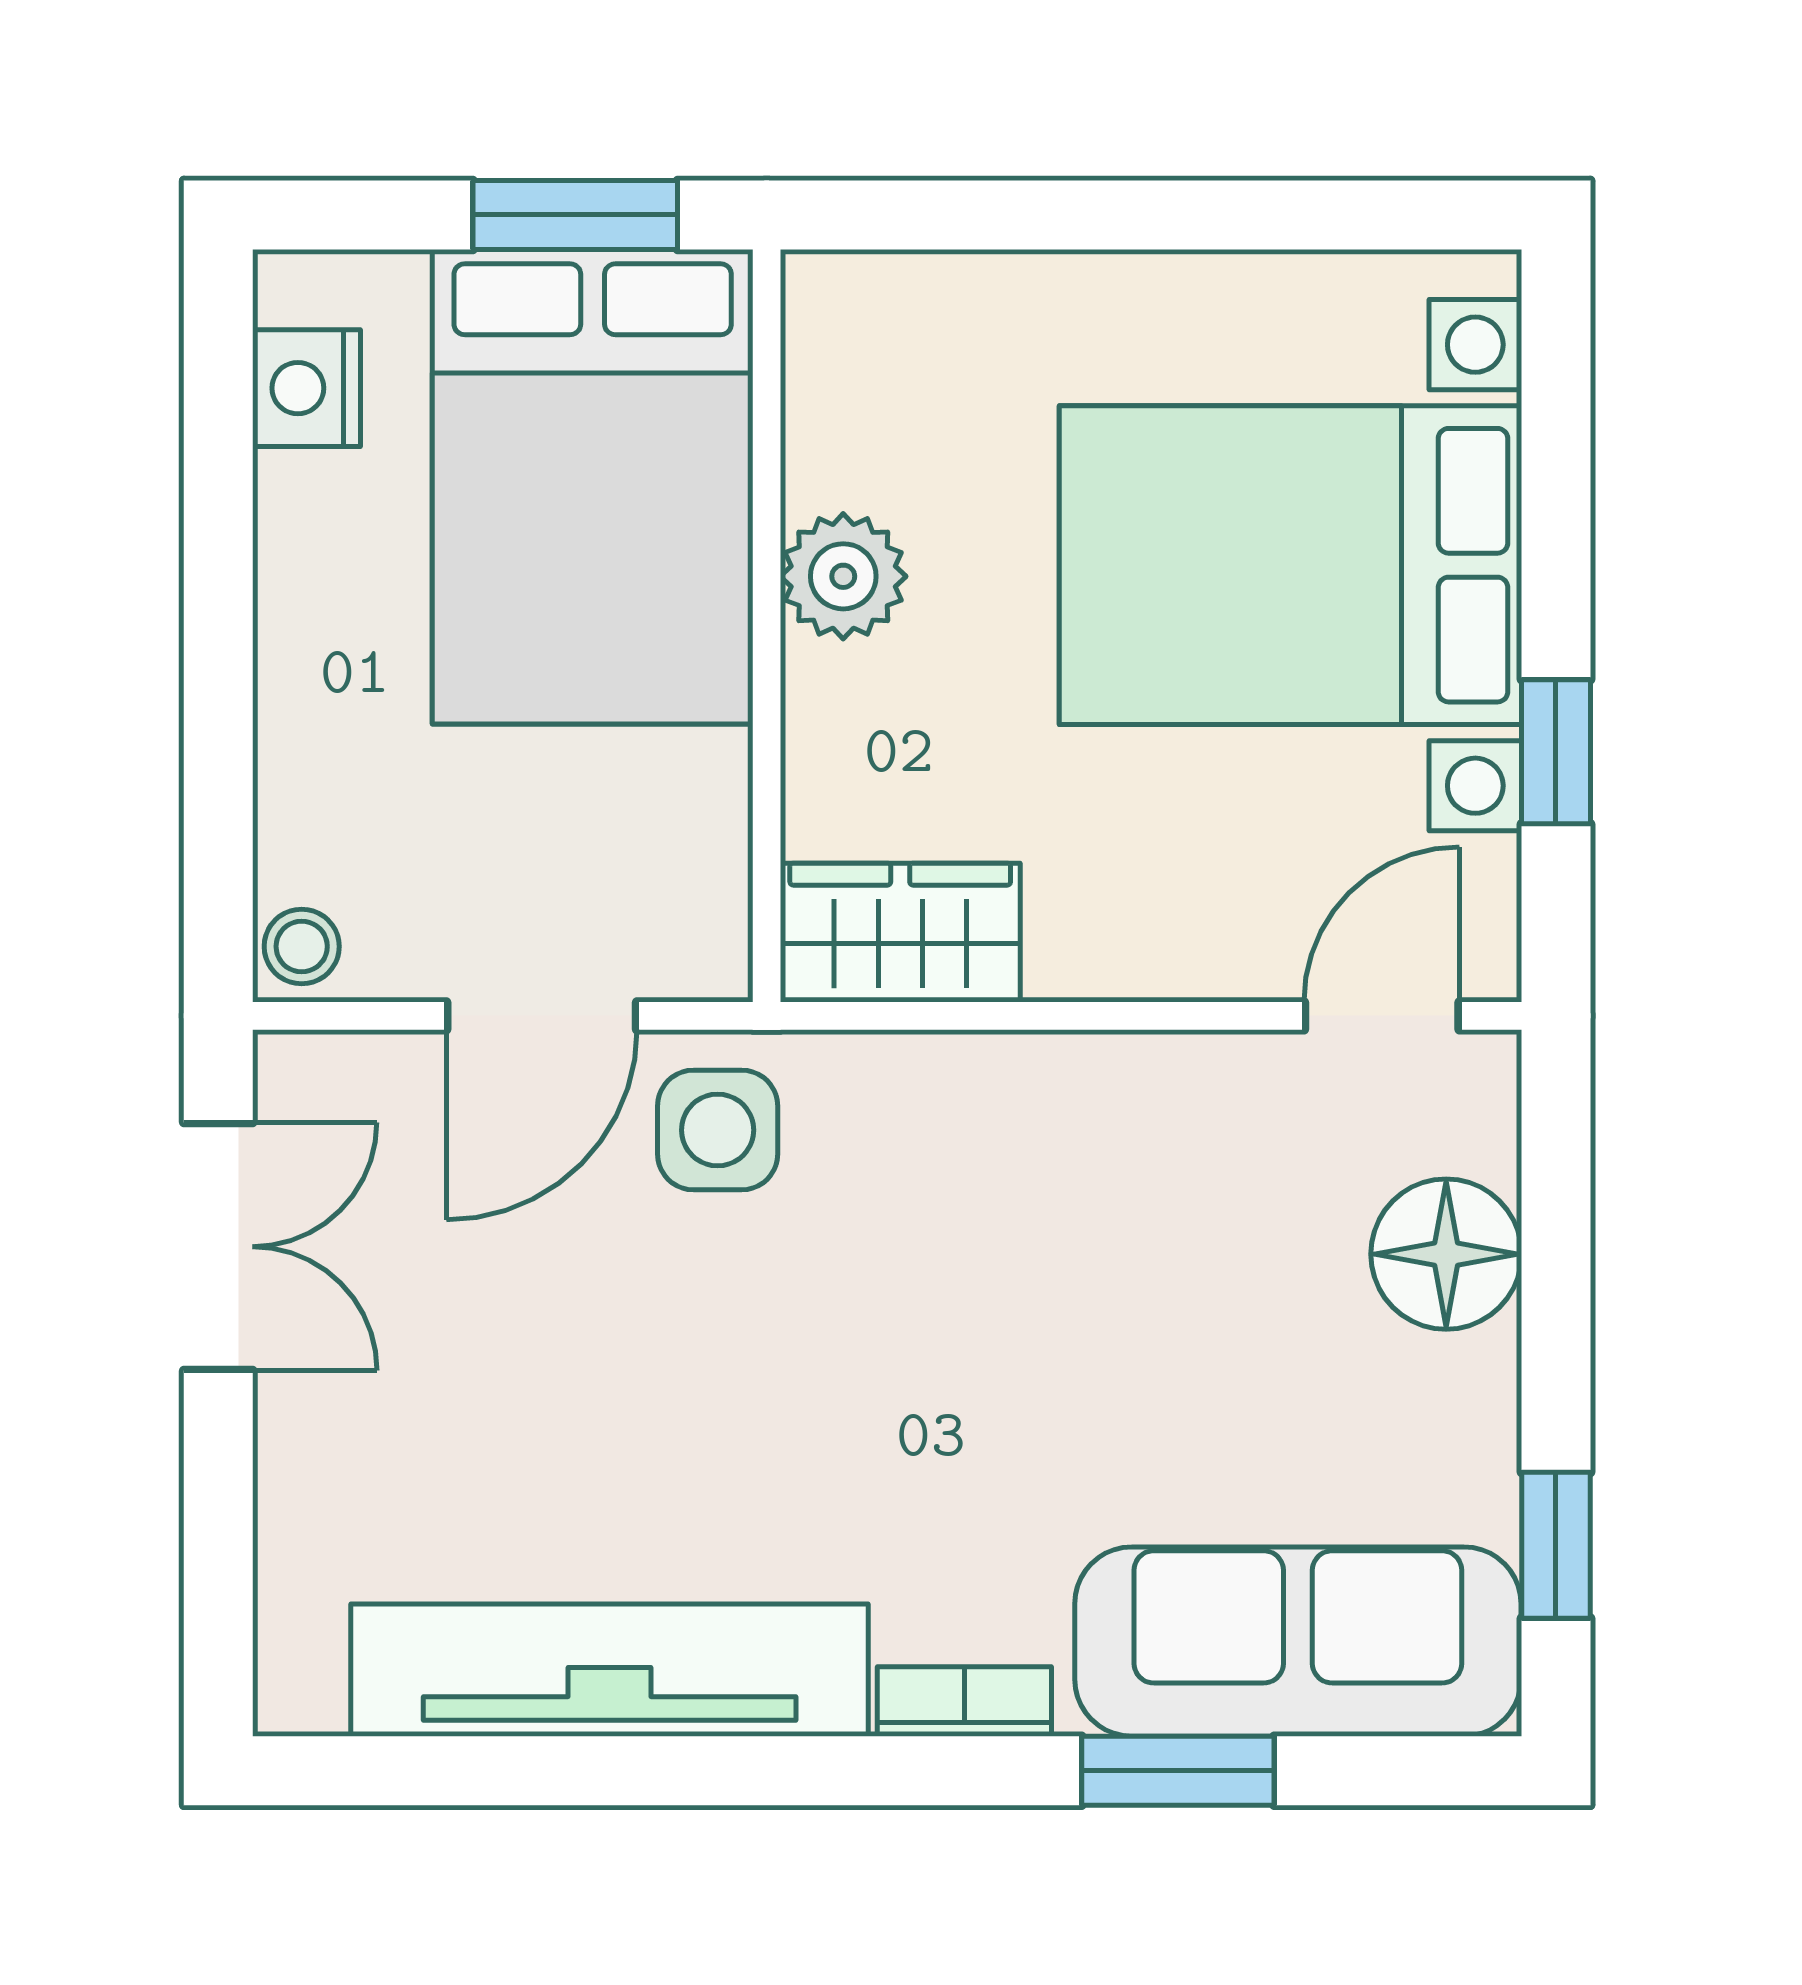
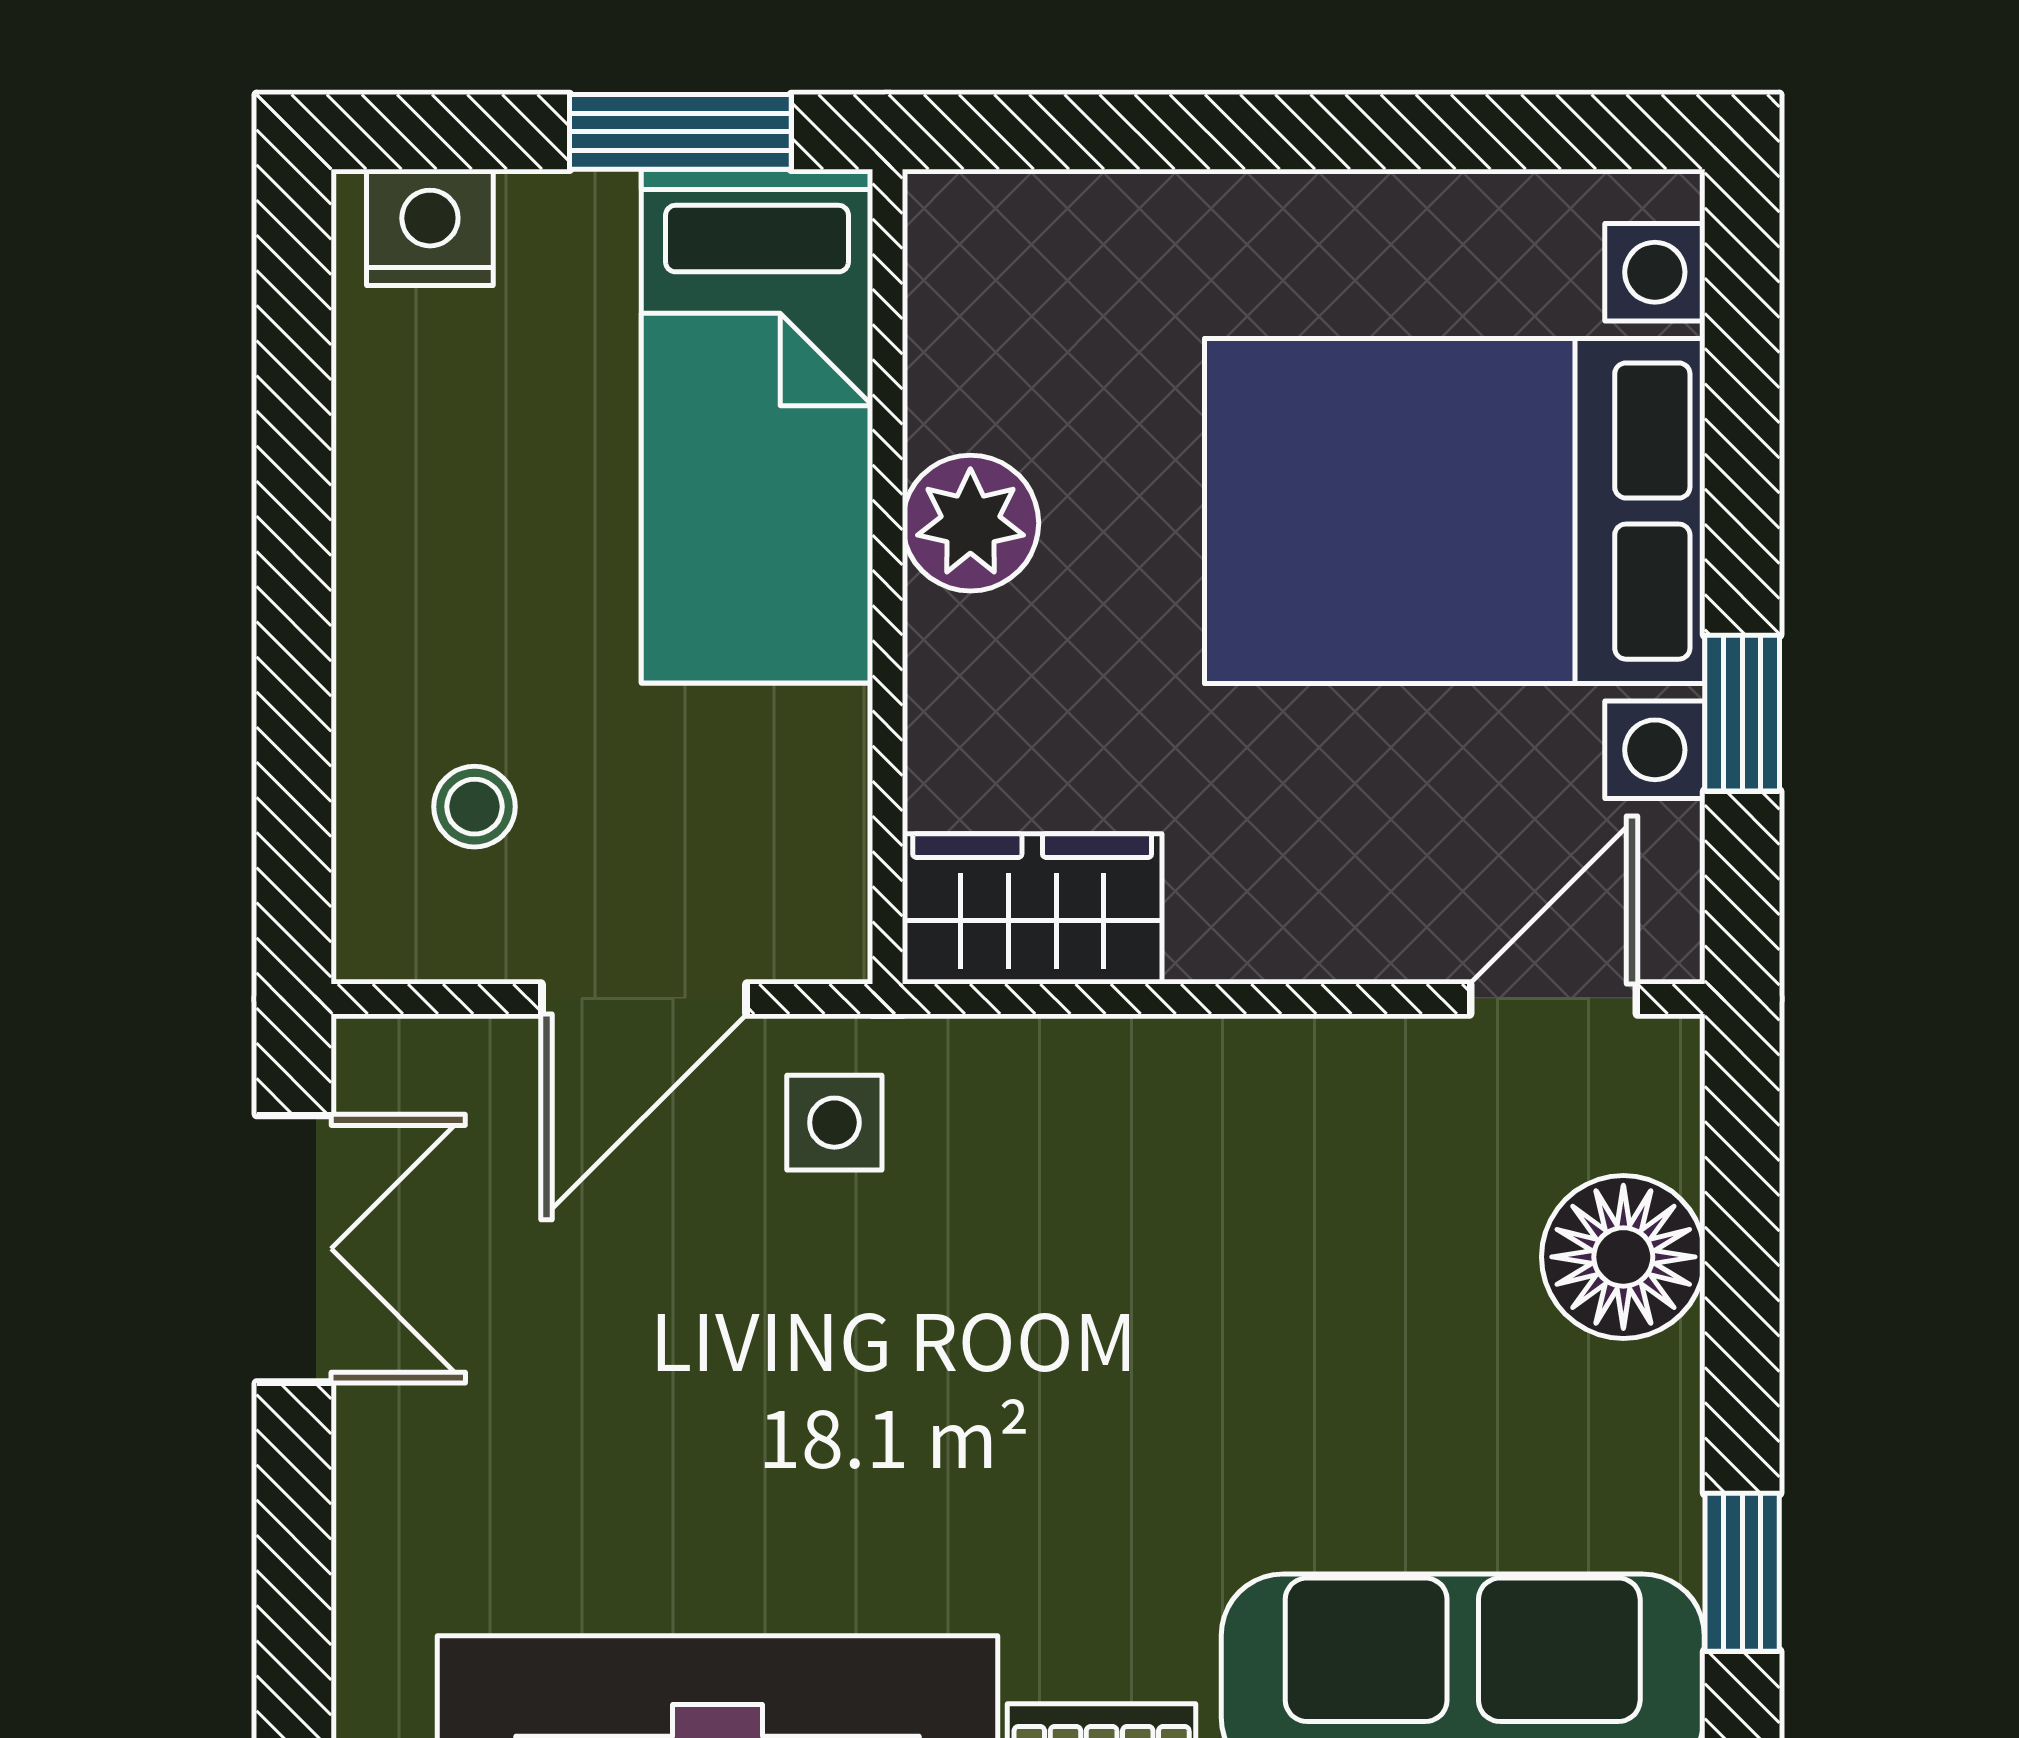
nightstand: (306, 388) -> (430, 227), moved, turned 90
bed: (593, 487) -> (757, 426), width x0.67
stool: (302, 946) -> (475, 807), moved
side table: (718, 1130) -> (834, 1123), width x0.73, depth x0.73

